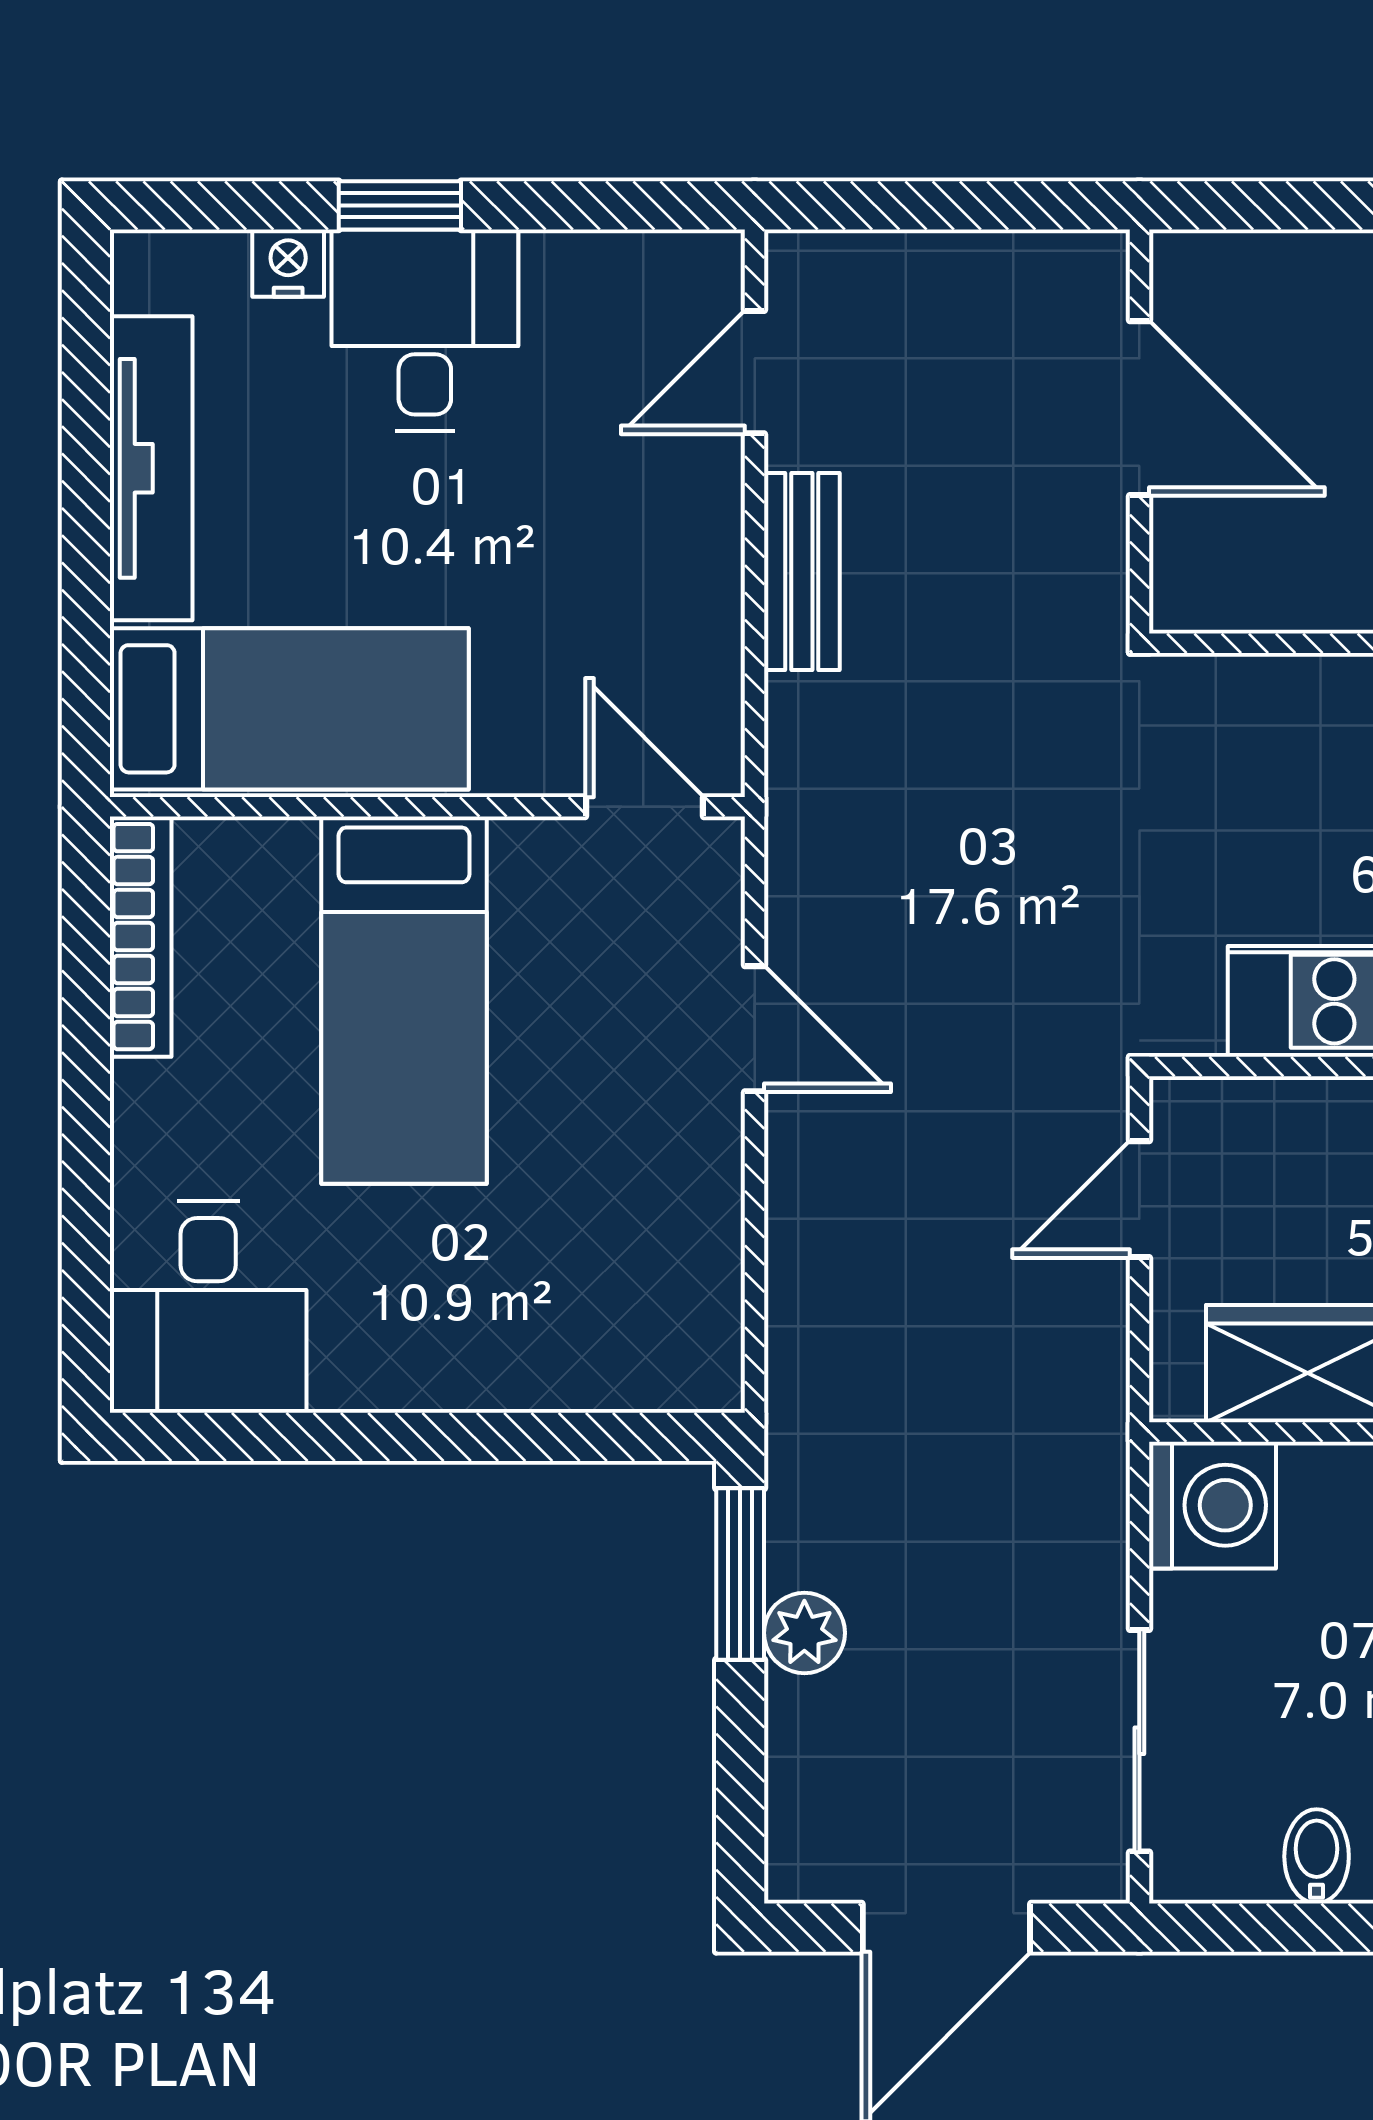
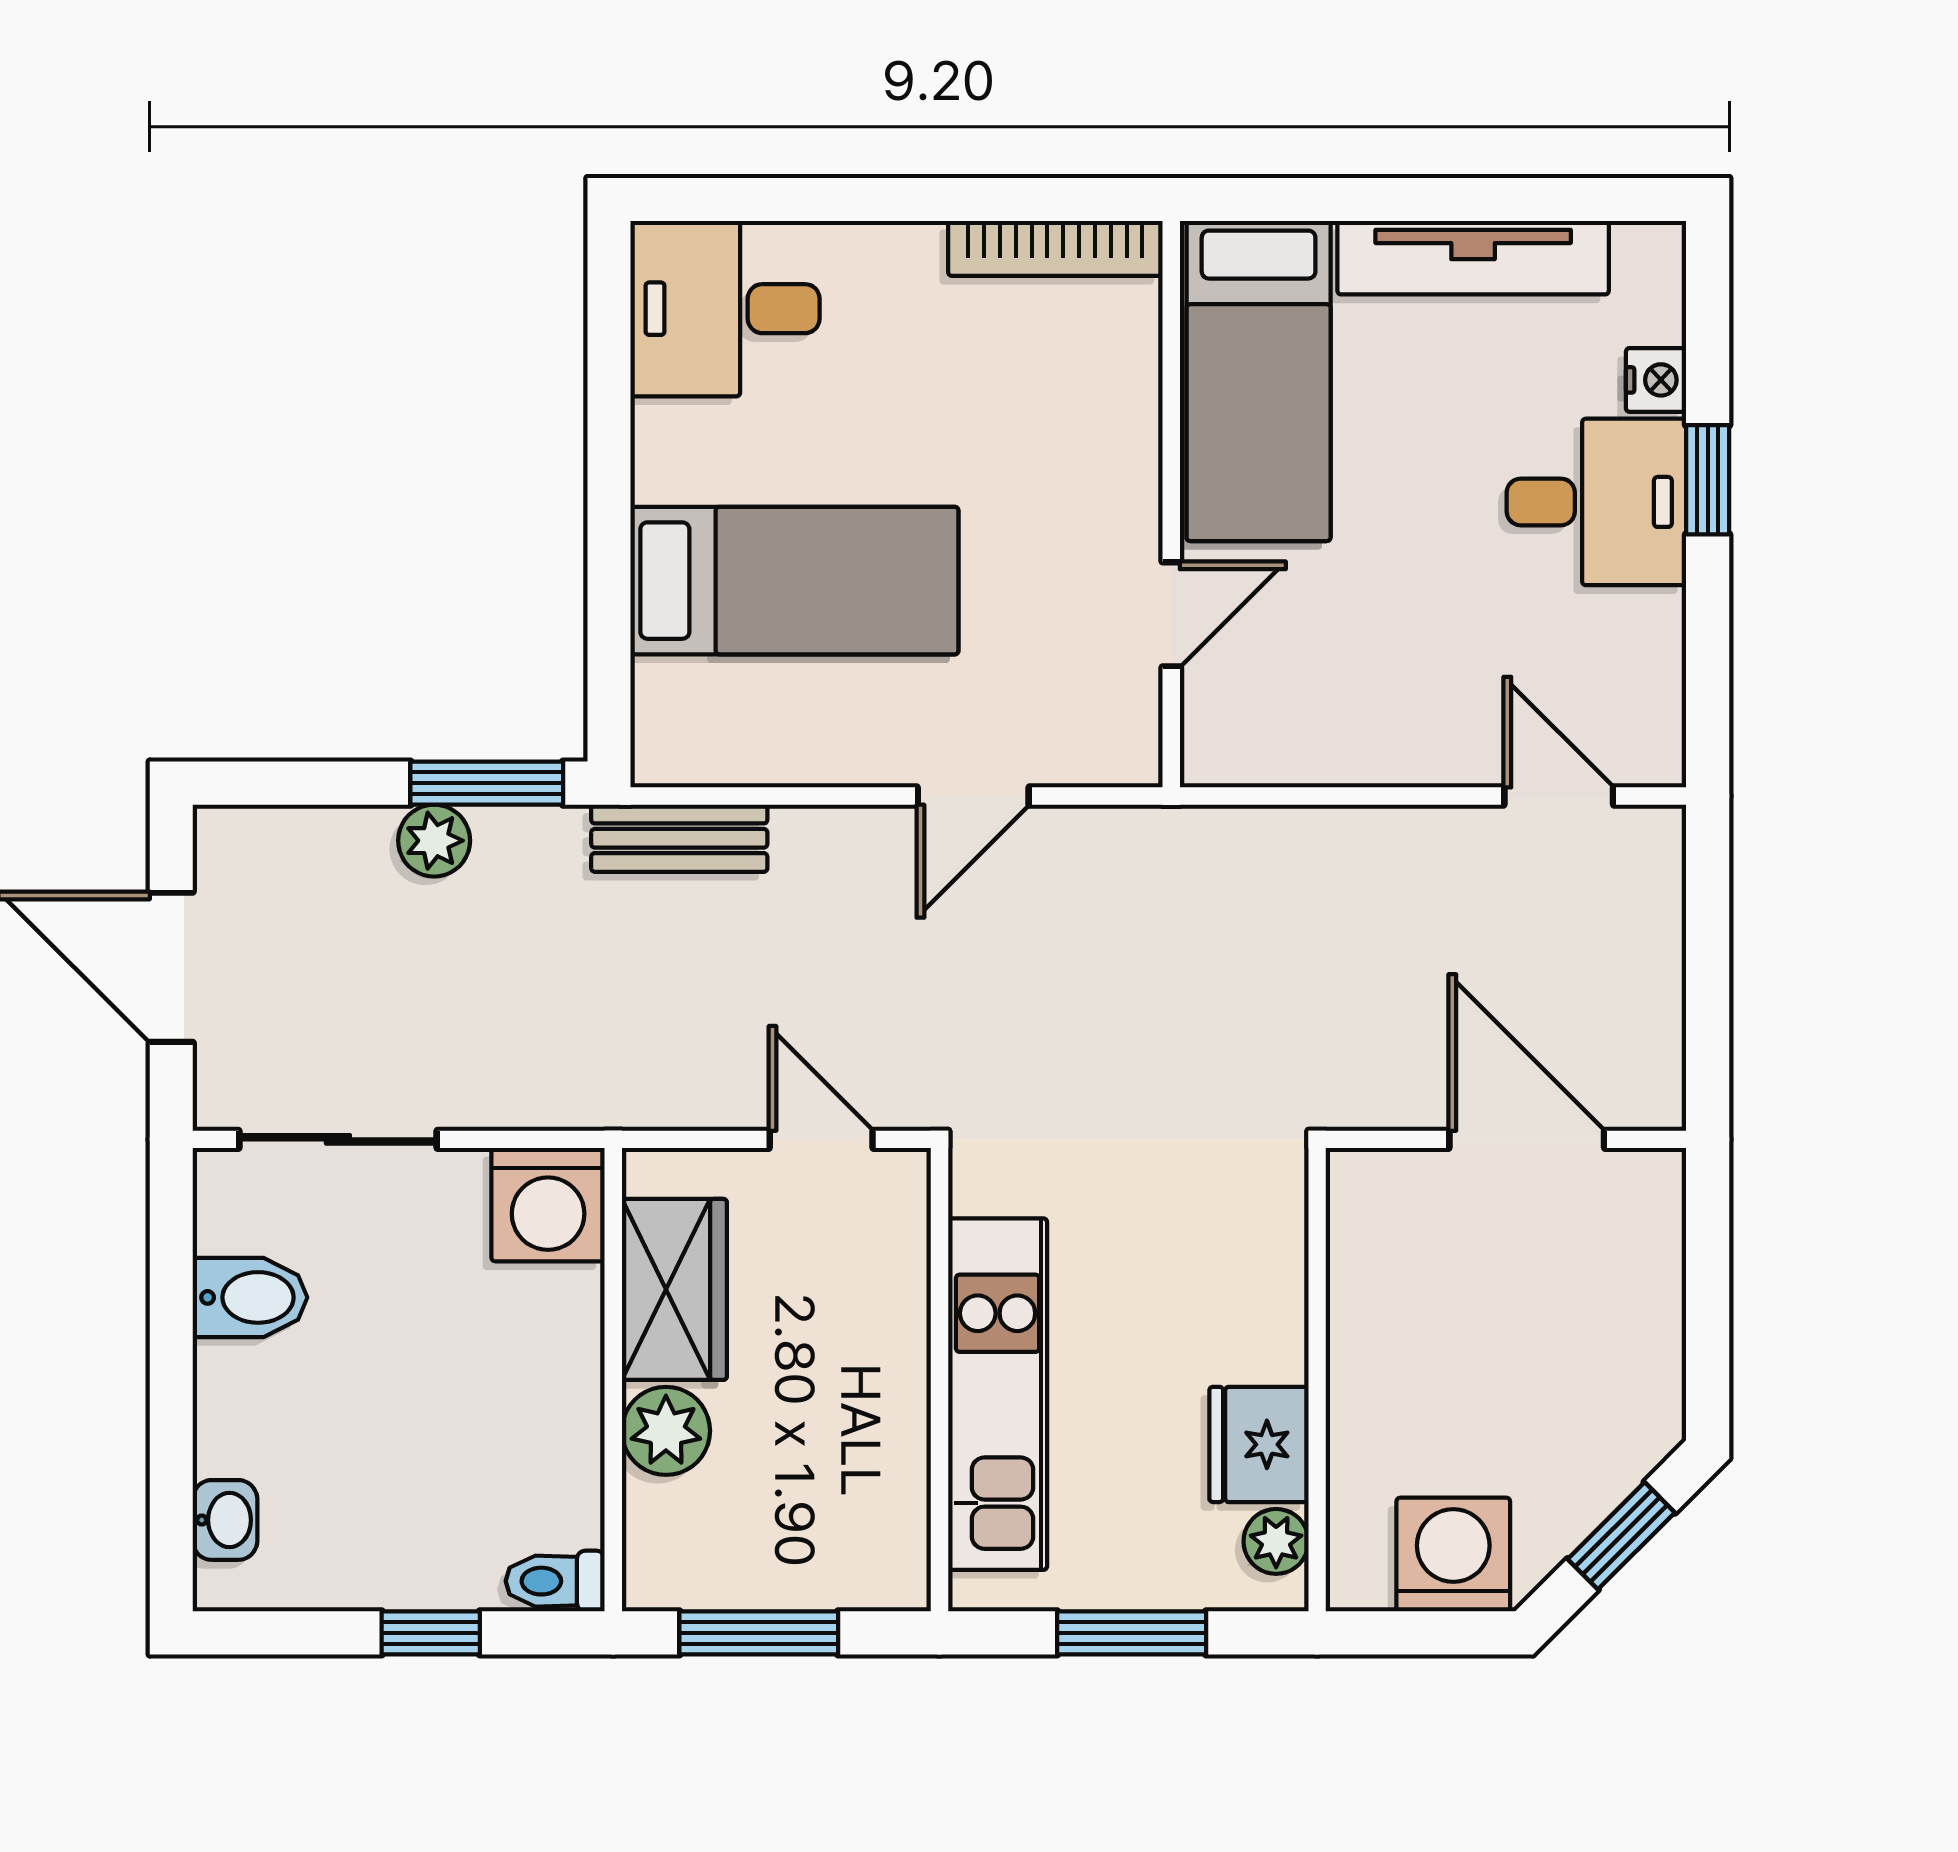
door: (1139, 408) -> (1527, 1139), swing flipped
bench: (802, 571) -> (679, 838), moved
door: (645, 807) -> (1171, 614), moved
bed: (404, 1000) -> (794, 581), moved, turned 180
bidet: (1317, 1856) -> (250, 1297), width x1.38, depth x1.36

